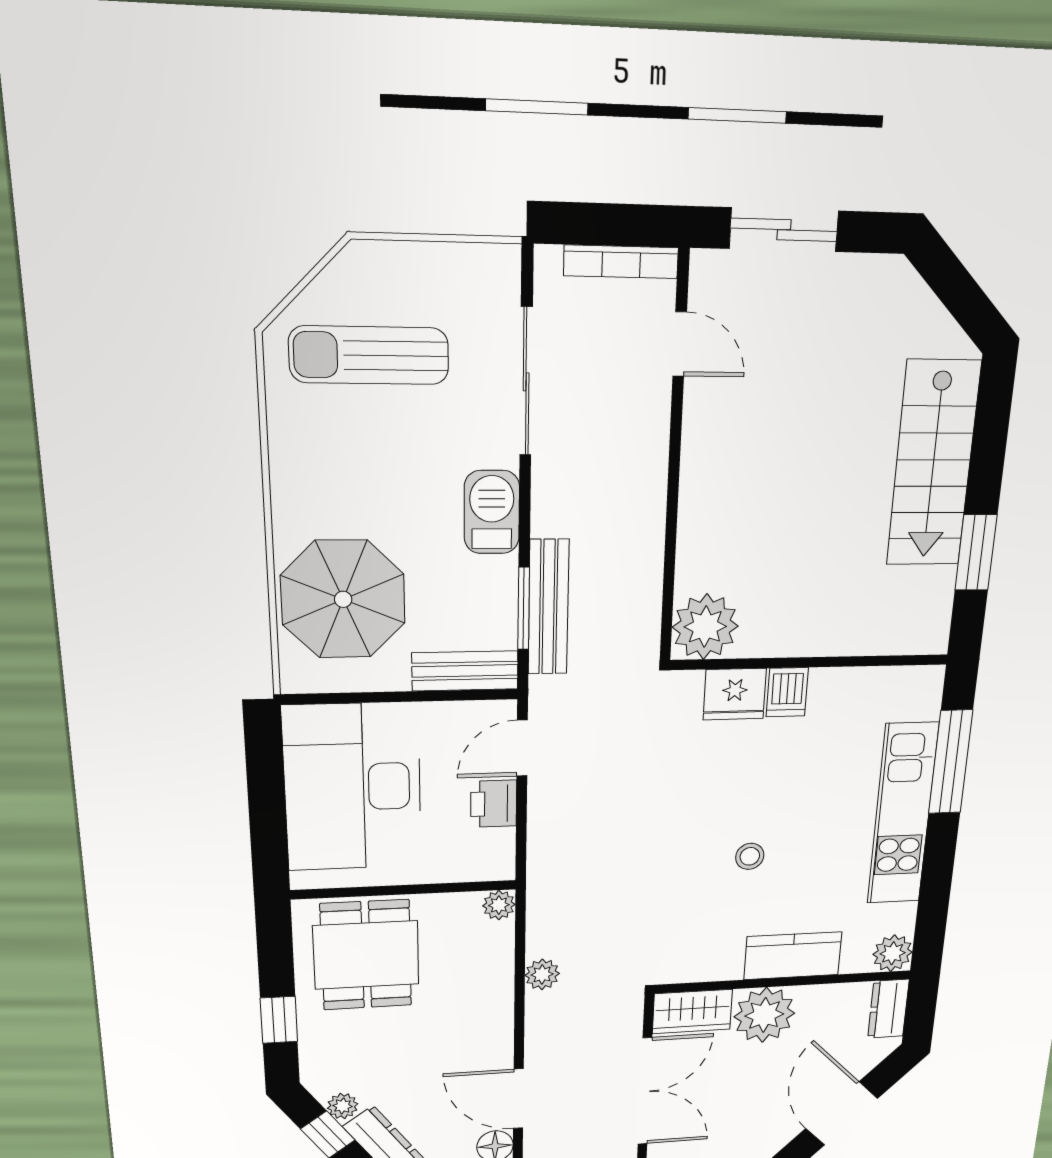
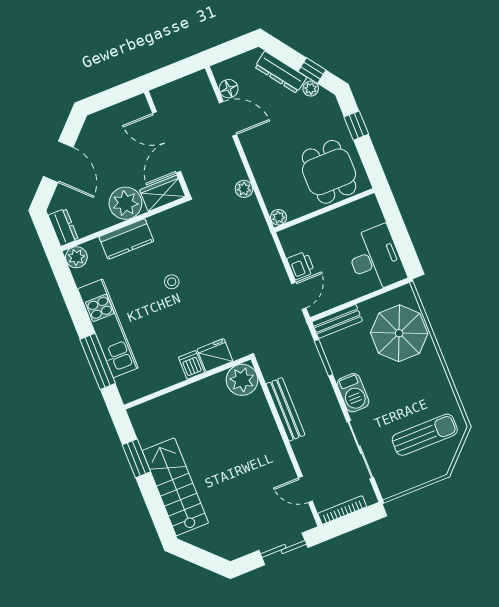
bench: (548, 607) -> (285, 409), moved
desk: (353, 787) -> (375, 259), width x0.73, depth x0.77

